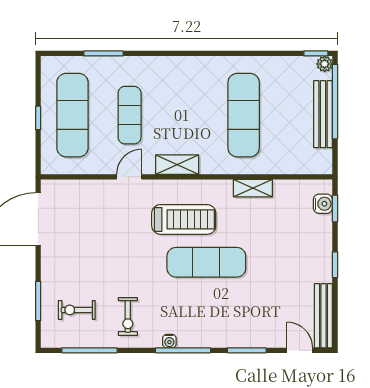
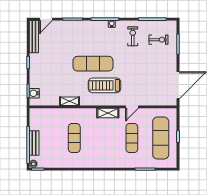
bench: (323, 114) -> (34, 143), width x0.73
exercise mat: (244, 115) -> (74, 138), width x0.73, depth x0.69
door: (300, 350) -> (46, 19), hinge flipped

